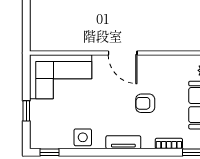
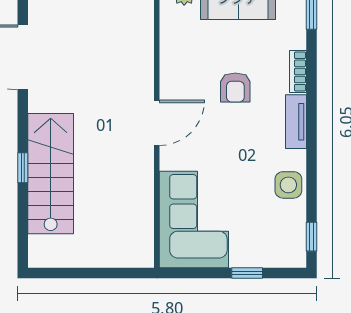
bookcase: (169, 143) -> (298, 71), moved

